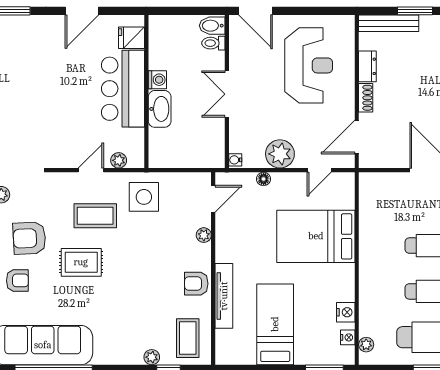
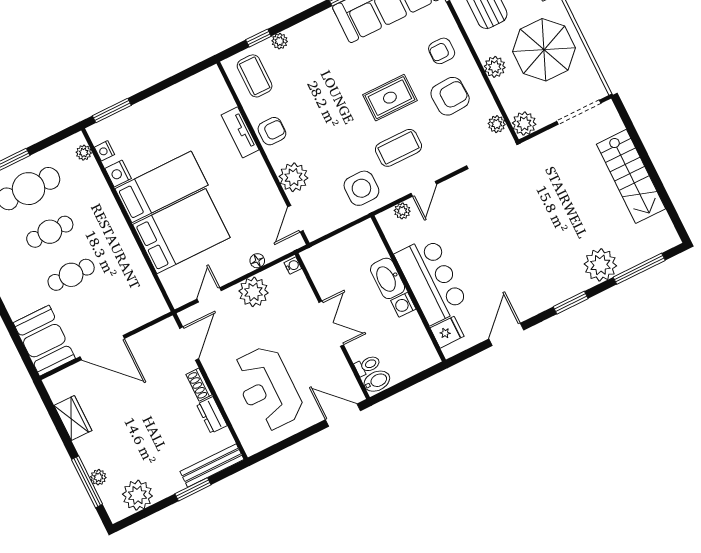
plant: (204, 235) -> (293, 177), width x1.88, depth x1.88
tv unit: (224, 296) -> (240, 132), width x0.71
bed: (275, 324) -> (161, 187), moved, turned -90

